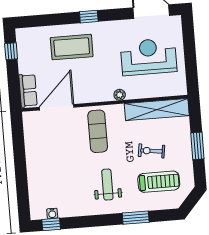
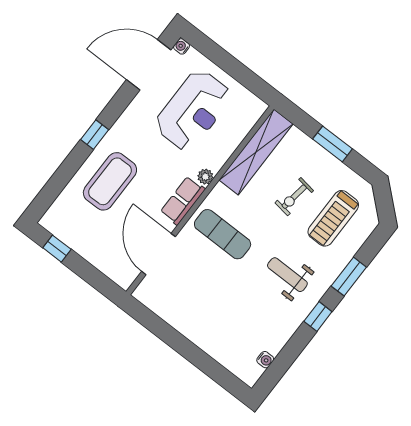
water cooler: (176, 20) -> (182, 46), added
reception desk: (149, 57) -> (193, 110), turned 180
row of seats: (28, 91) -> (183, 201), moved, turned -90
treadmill: (159, 182) -> (333, 218), turned 180
window: (51, 224) -> (318, 317), moved

